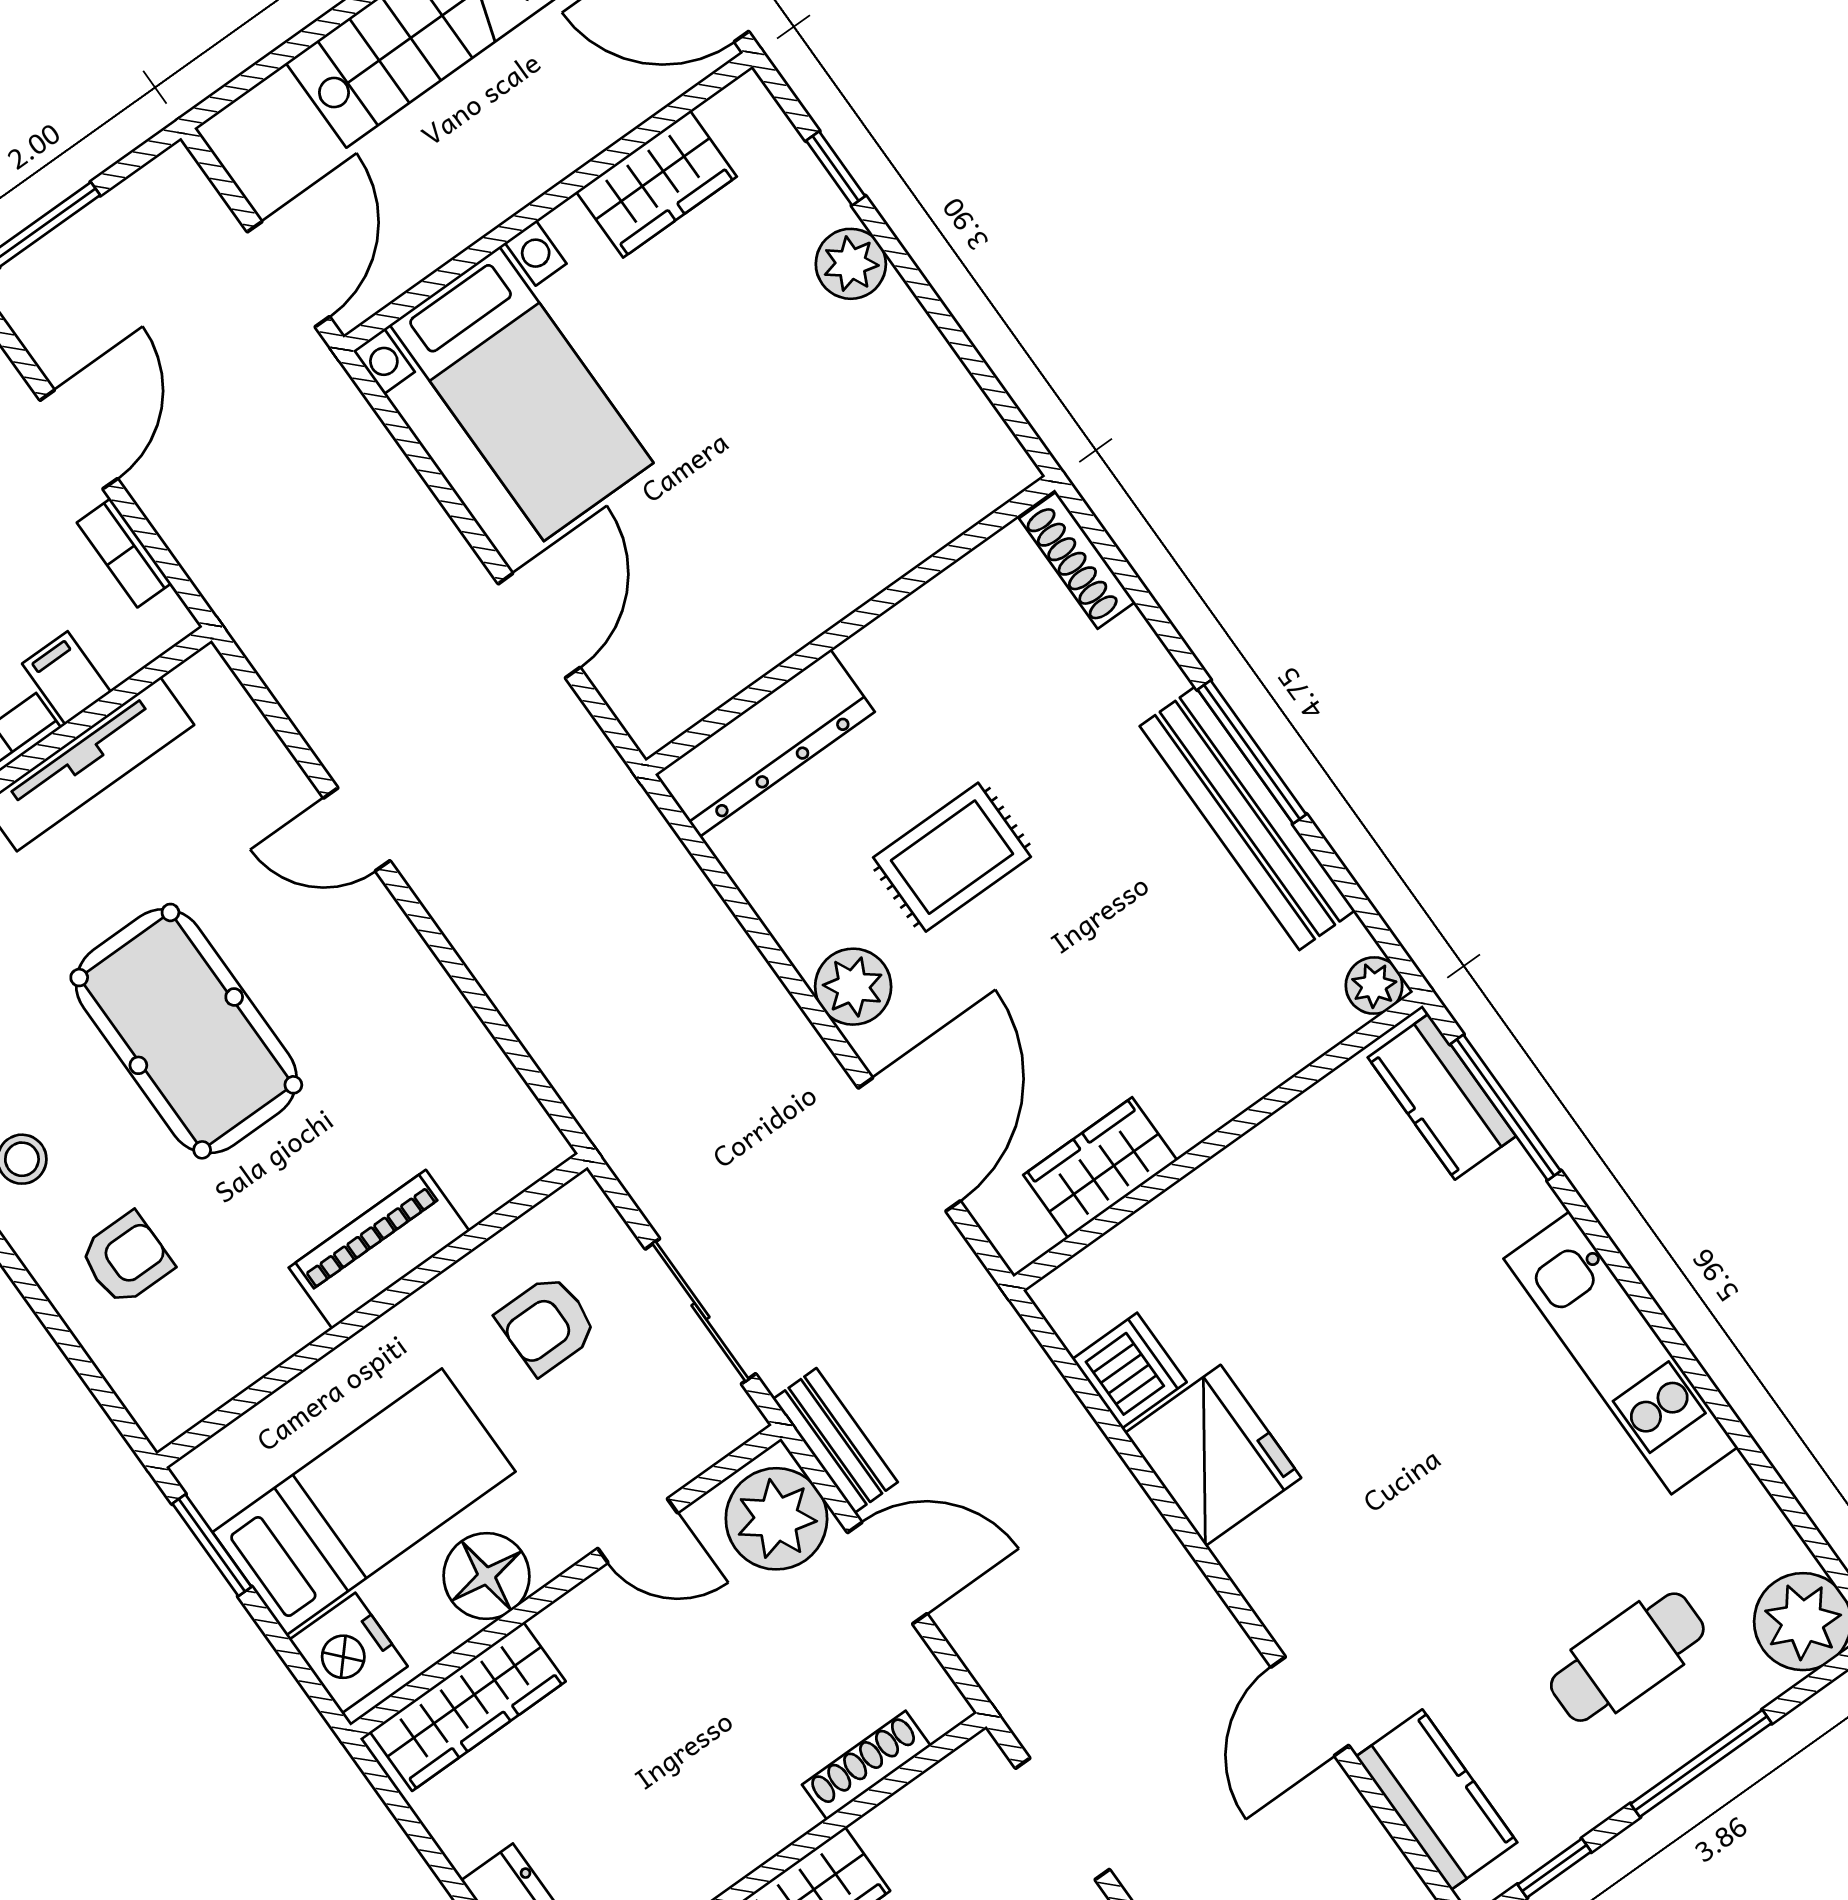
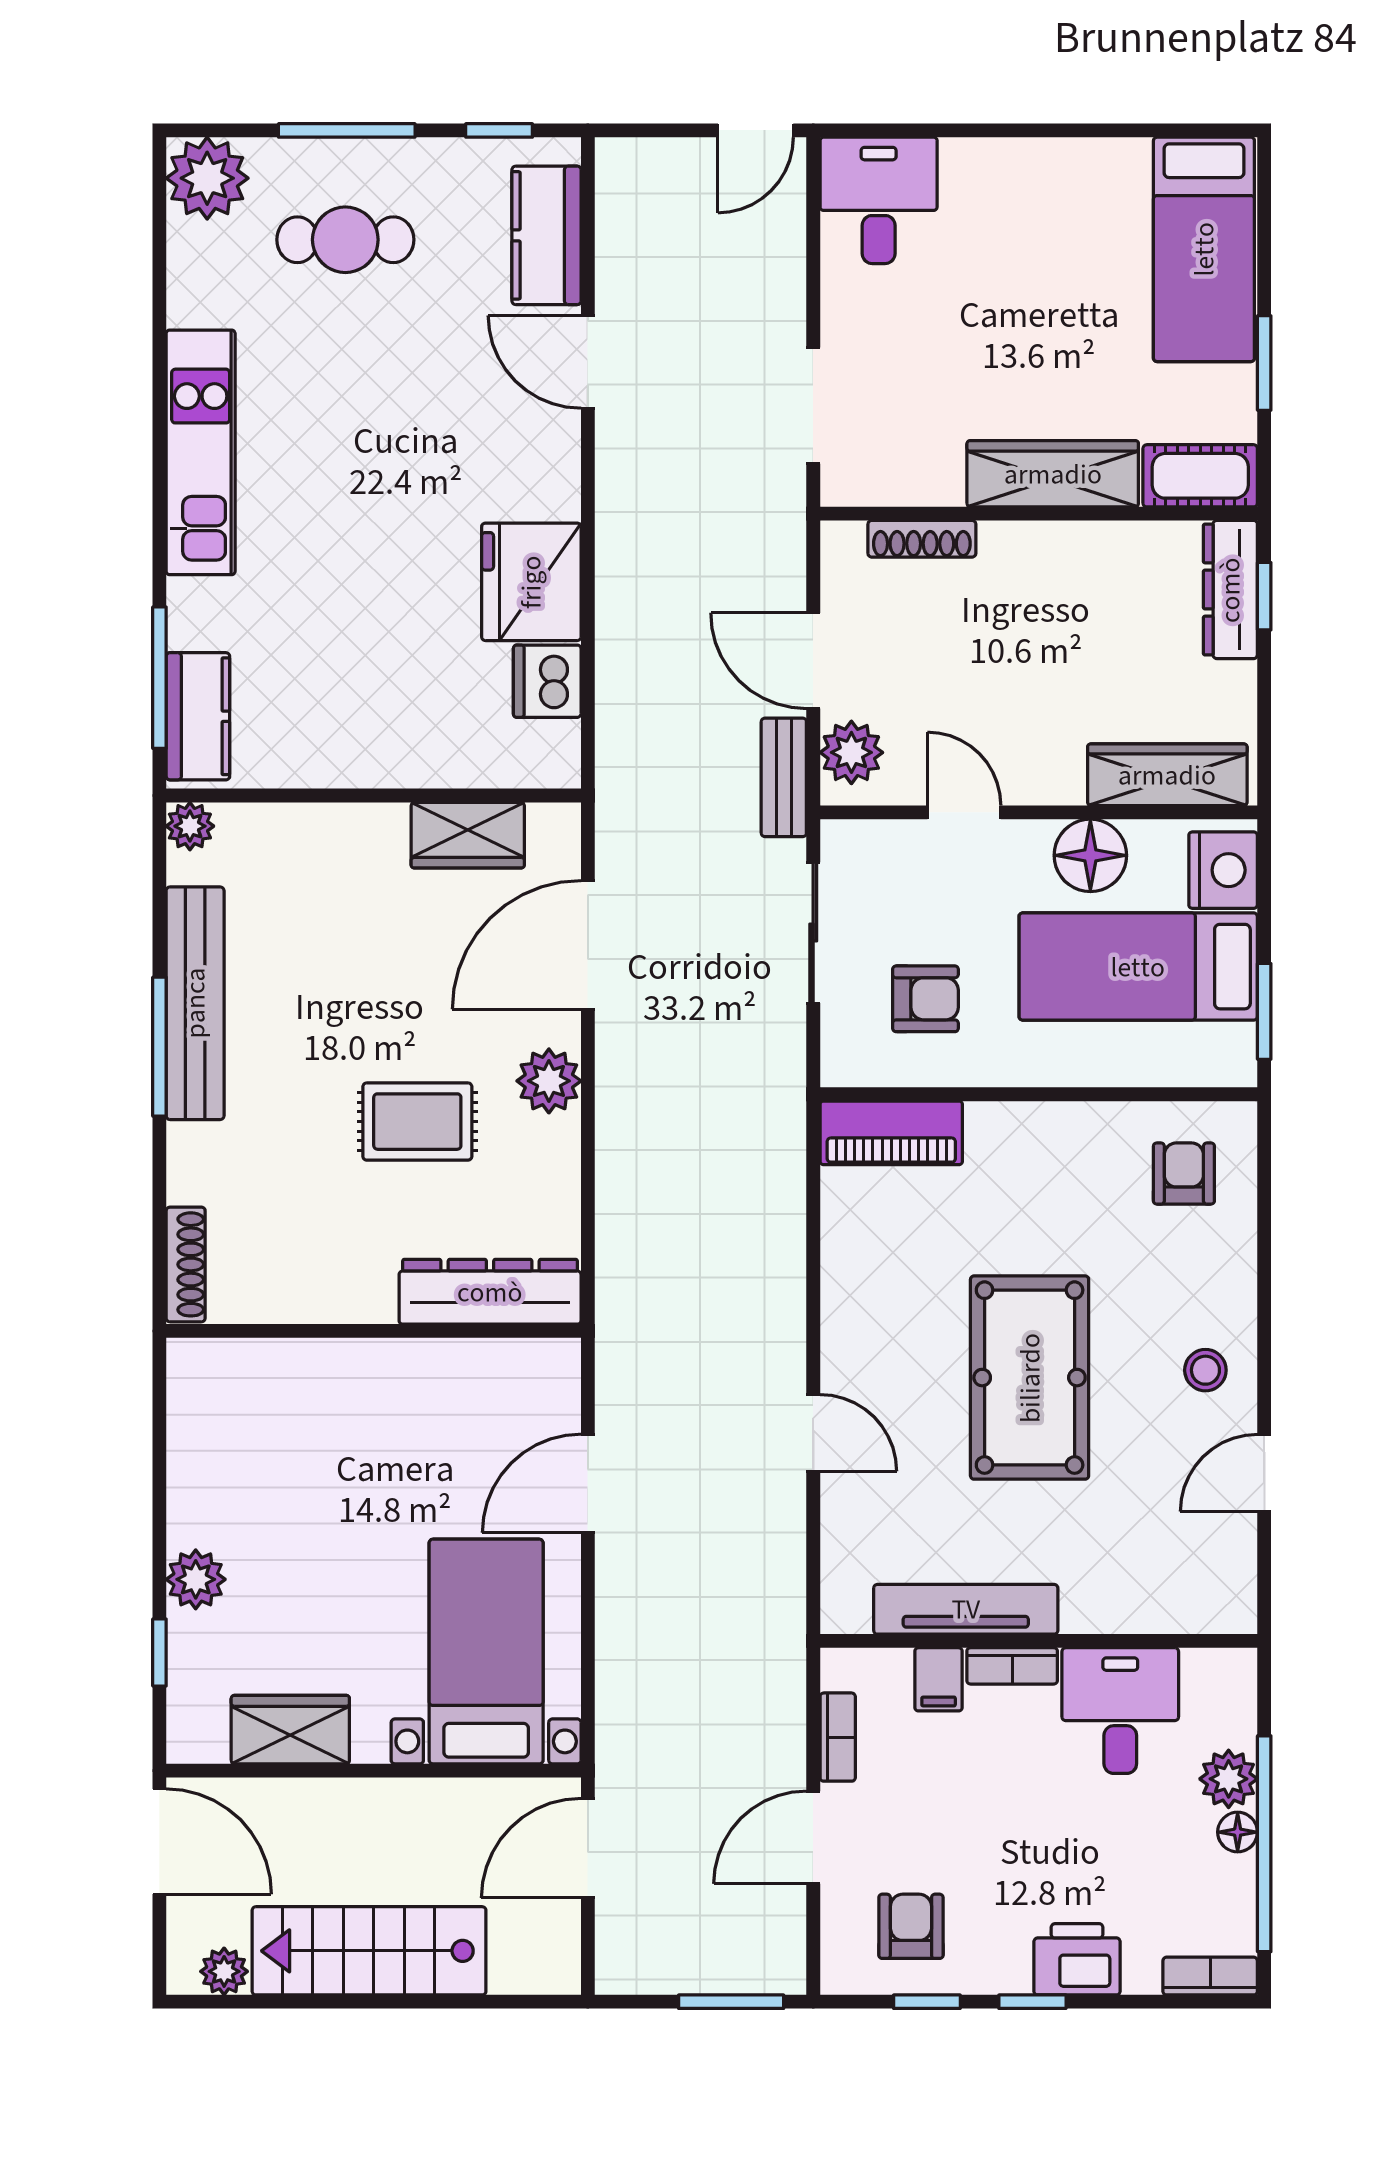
piano: (379, 1249) -> (891, 1133), moved
armchair: (126, 1259) -> (1184, 1174), moved, turned 90
plant: (776, 1519) -> (851, 752), width x0.73, depth x0.73
door: (1310, 1706) -> (588, 362), swing flipped

